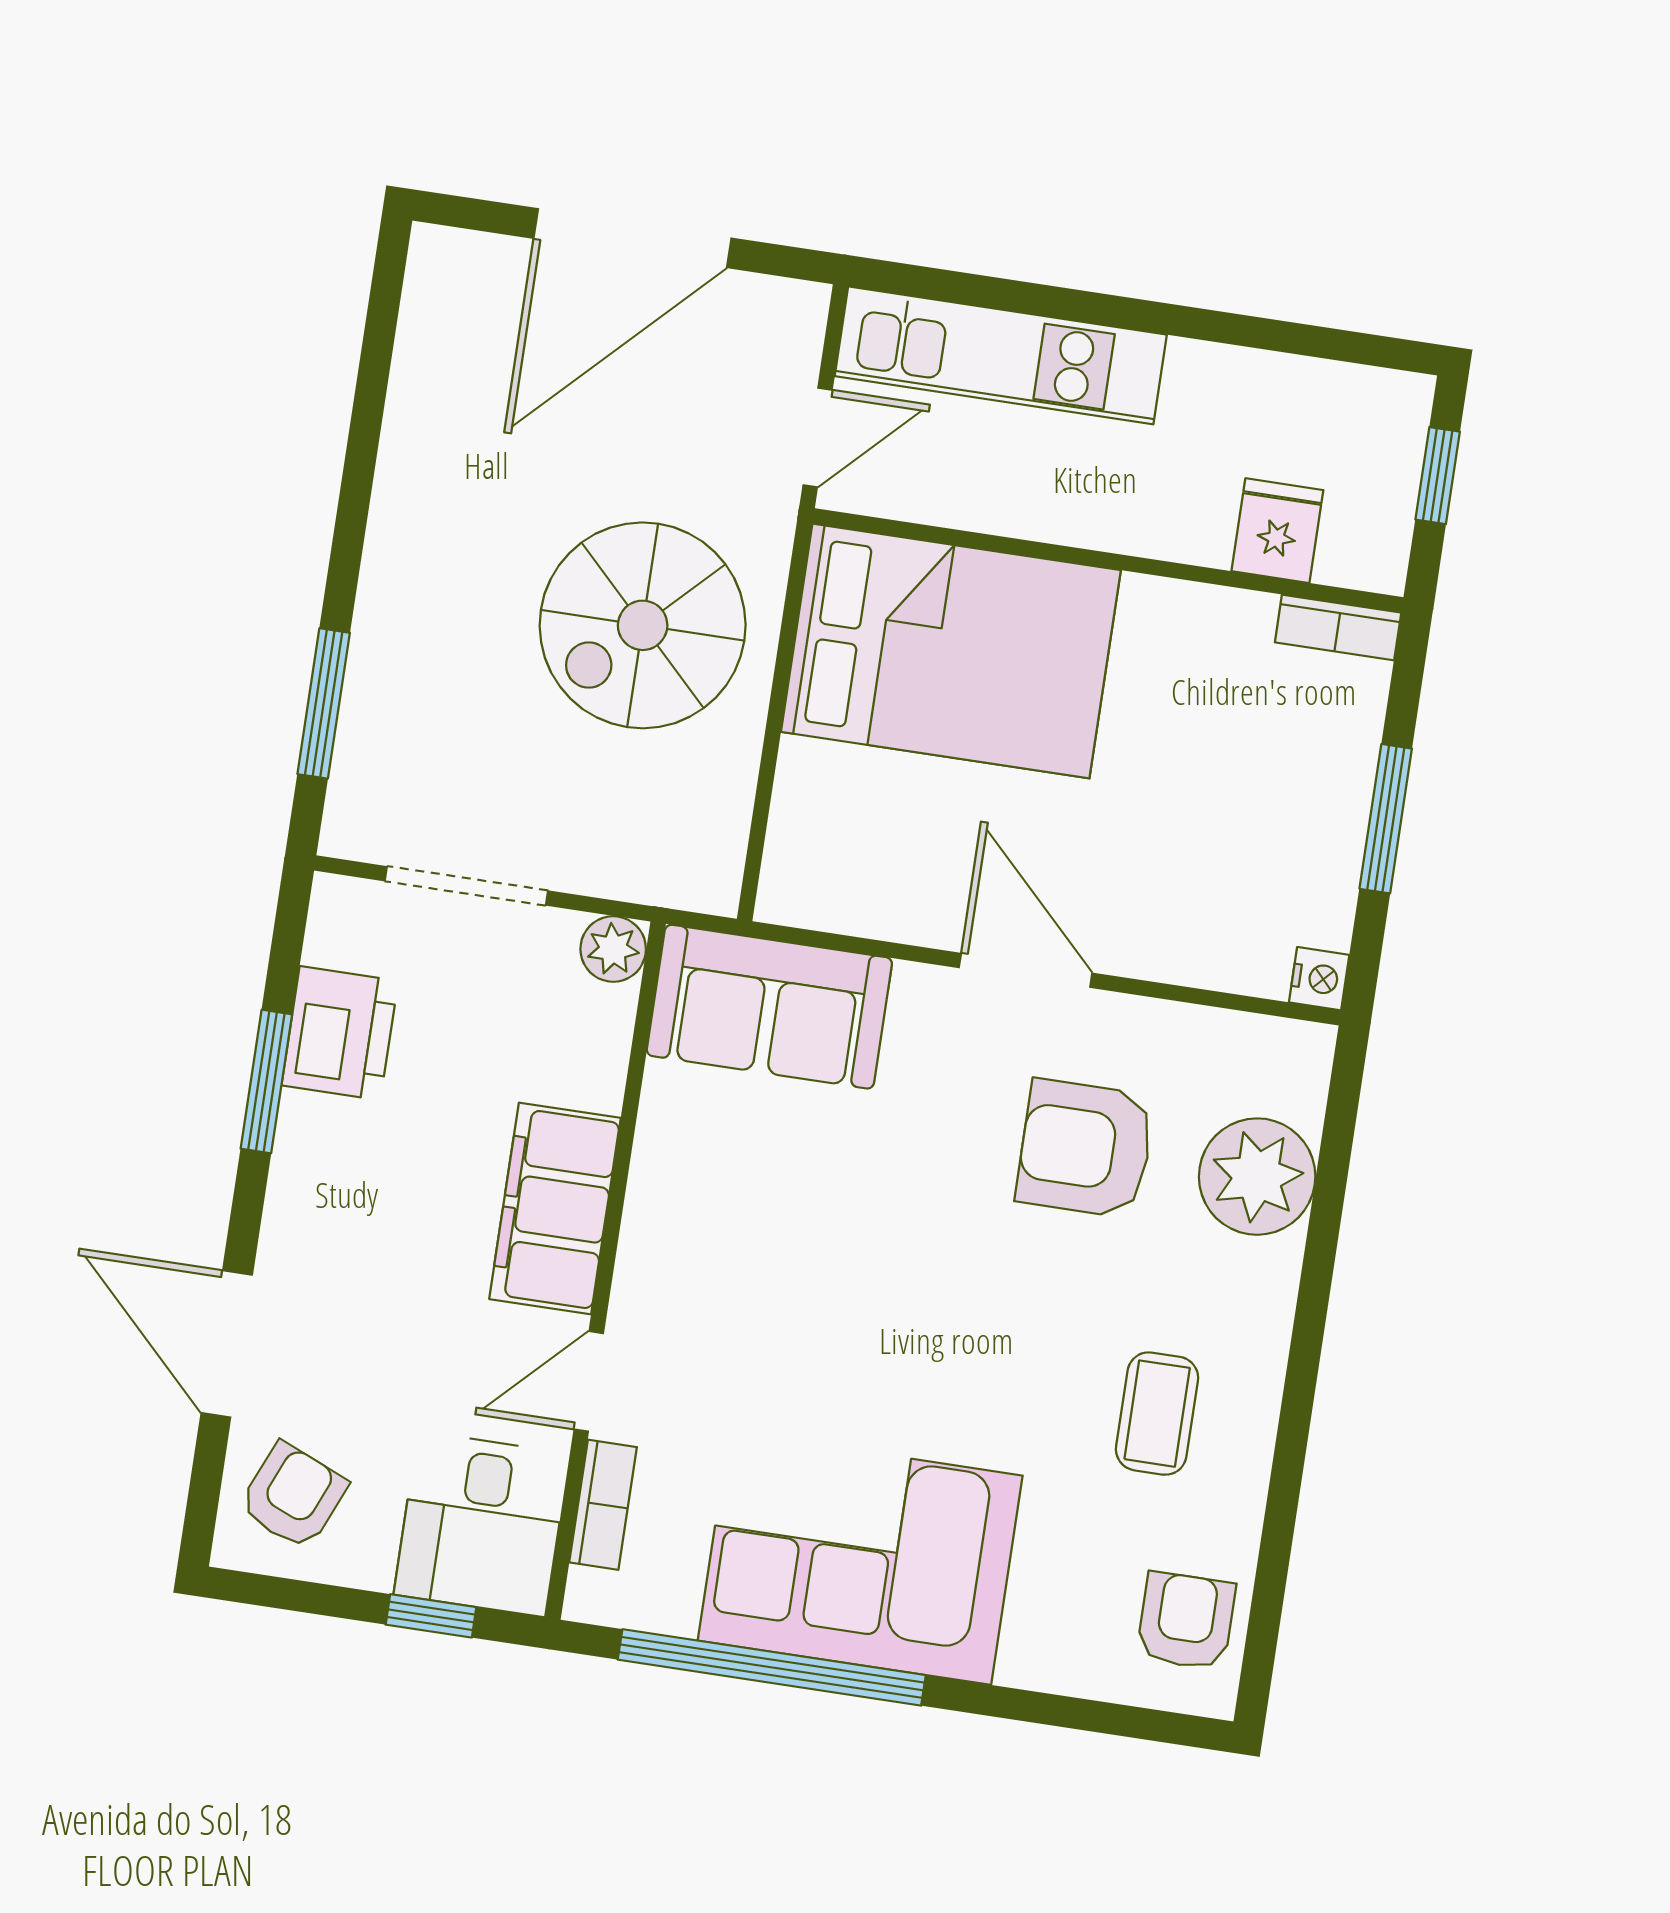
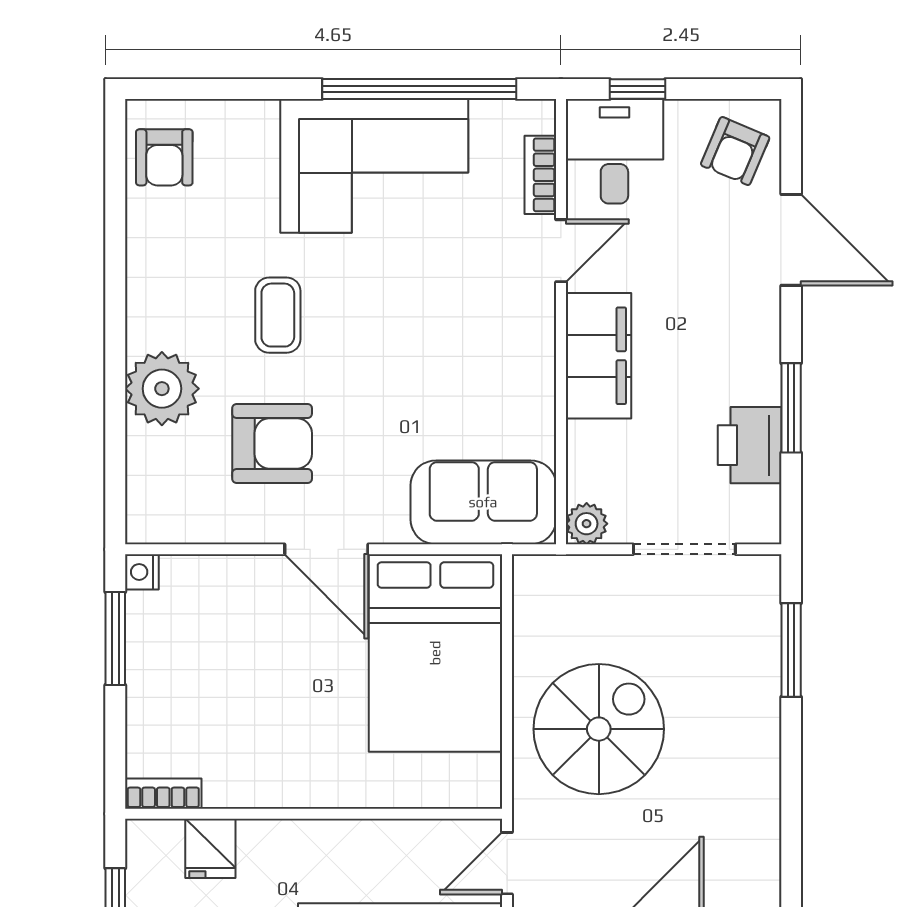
bed: (951, 651) -> (435, 653), moved, turned -90
window: (1386, 819) -> (115, 638), moved
plant: (1257, 1177) -> (162, 389), moved
coffee table: (1157, 1414) -> (278, 315), moved

